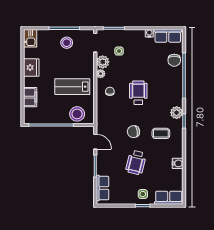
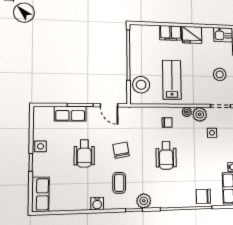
wheelchair: (138, 93) -> (166, 155), turned 90
filing cabinet: (30, 97) -> (171, 33), moved
door: (95, 142) -> (109, 105), hinge flipped
wheelchair: (136, 162) -> (84, 153), turned -104
water cooler: (178, 163) -> (97, 204), moved
row of seats: (103, 188) -> (70, 114), moved
side table: (143, 194) -> (41, 146), moved

